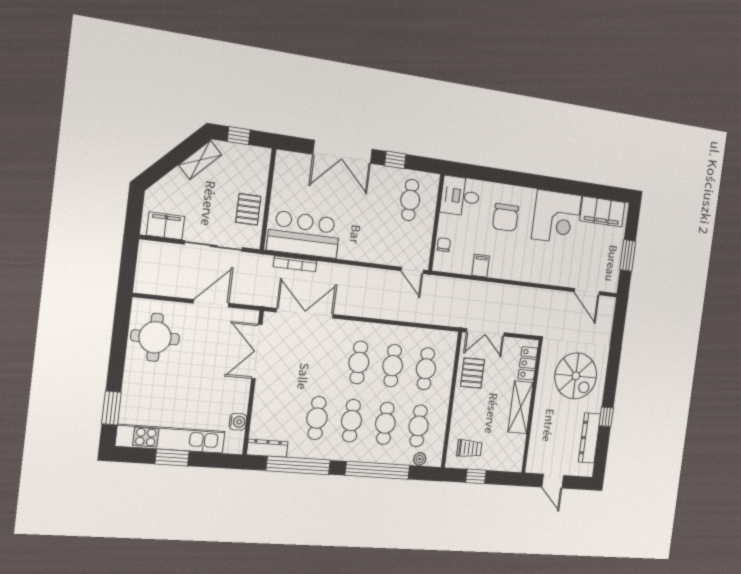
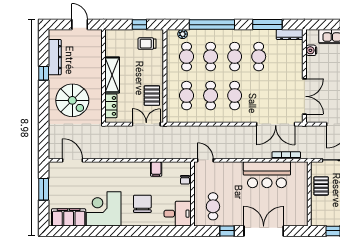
bar counter: (304, 234) -> (267, 175), moved
spiral stairs: (576, 376) -> (72, 100), turned 180
window: (298, 465) -> (267, 25), width x0.68

